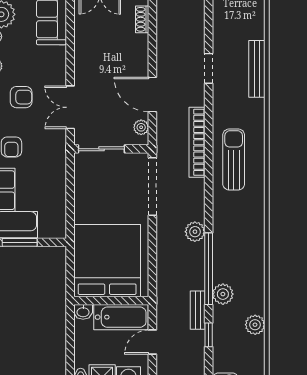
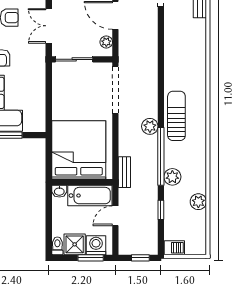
bookcase: (197, 142) -> (151, 54), removed
sun lounger: (234, 159) -> (176, 116), moved
bench: (198, 310) -> (124, 172), moved

